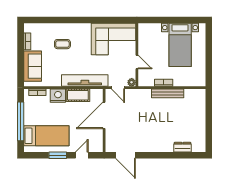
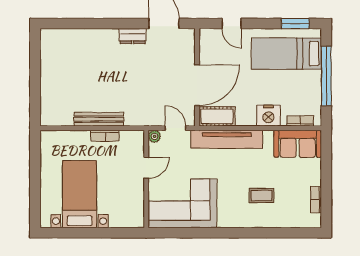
door: (137, 62) -> (146, 168), swing flipped
sofa: (33, 66) -> (298, 144), moved, turned -90
cot: (78, 95) -> (217, 116), moved
dresser: (183, 147) -> (133, 36), moved
window: (58, 155) -> (295, 24), moved
door: (82, 155) -> (232, 24), hinge flipped

